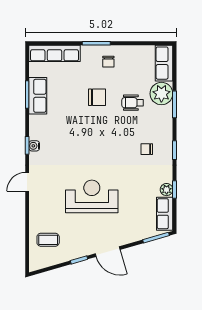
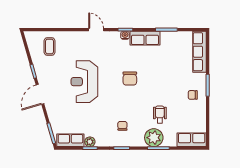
plant: (161, 94) -> (154, 138), moved
row of seats: (38, 96) -> (145, 38), moved
chair: (97, 97) -> (130, 79), moved
reception desk: (92, 196) -> (84, 82), turned 180

